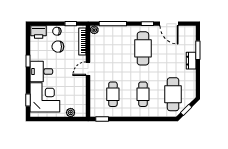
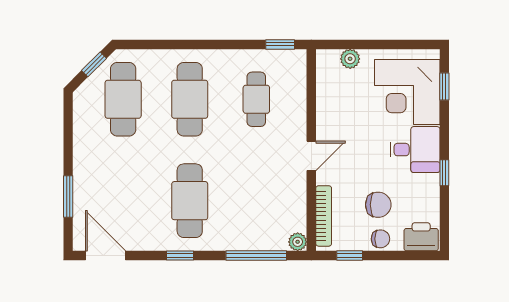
door: (169, 24) -> (106, 256), moved
dresser: (191, 61) -> (83, 174), removed
cafe table: (143, 94) -> (190, 99), width x1.37, depth x1.35

